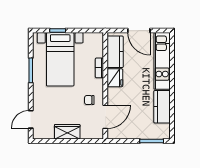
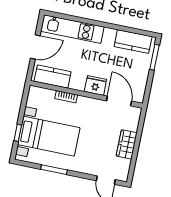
fridge: (115, 78) -> (95, 86), moved
chair: (89, 100) -> (98, 114), removed
kitchen counter: (162, 107) -> (133, 41), moved

